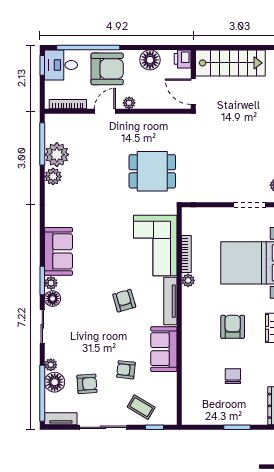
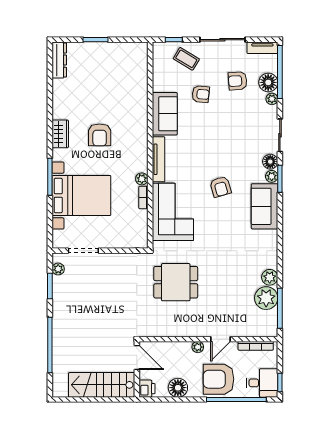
bookcase: (186, 254) -> (143, 197), width x0.64
armchair: (124, 301) -> (221, 187), moved
chair: (233, 376) -> (99, 88), removed

